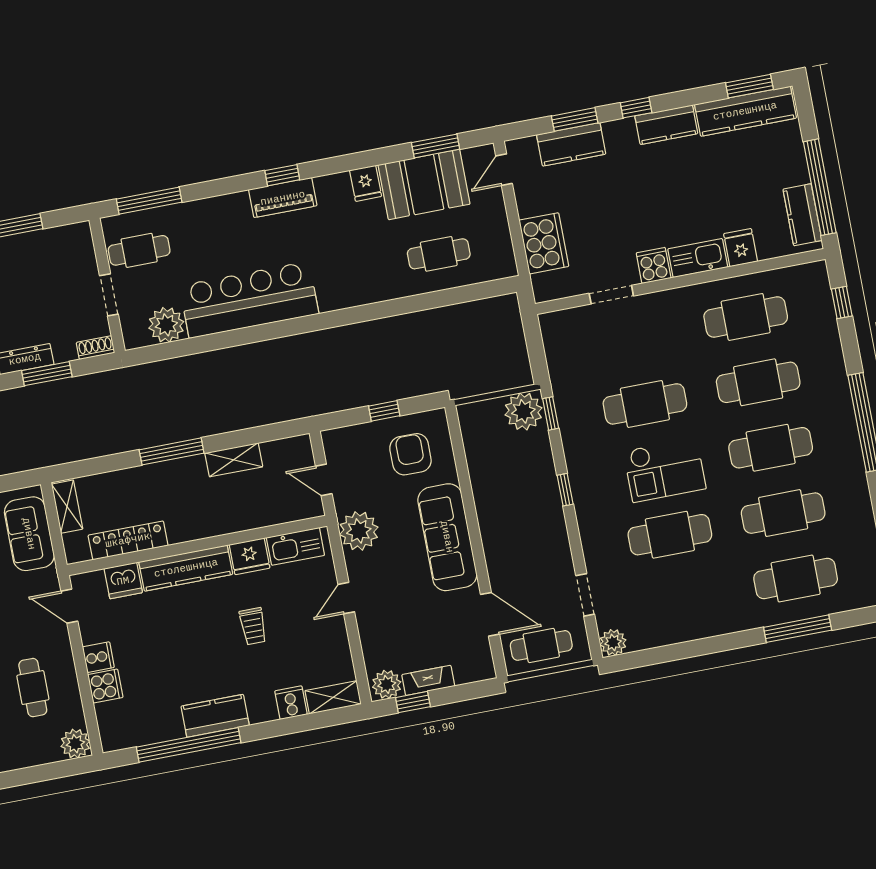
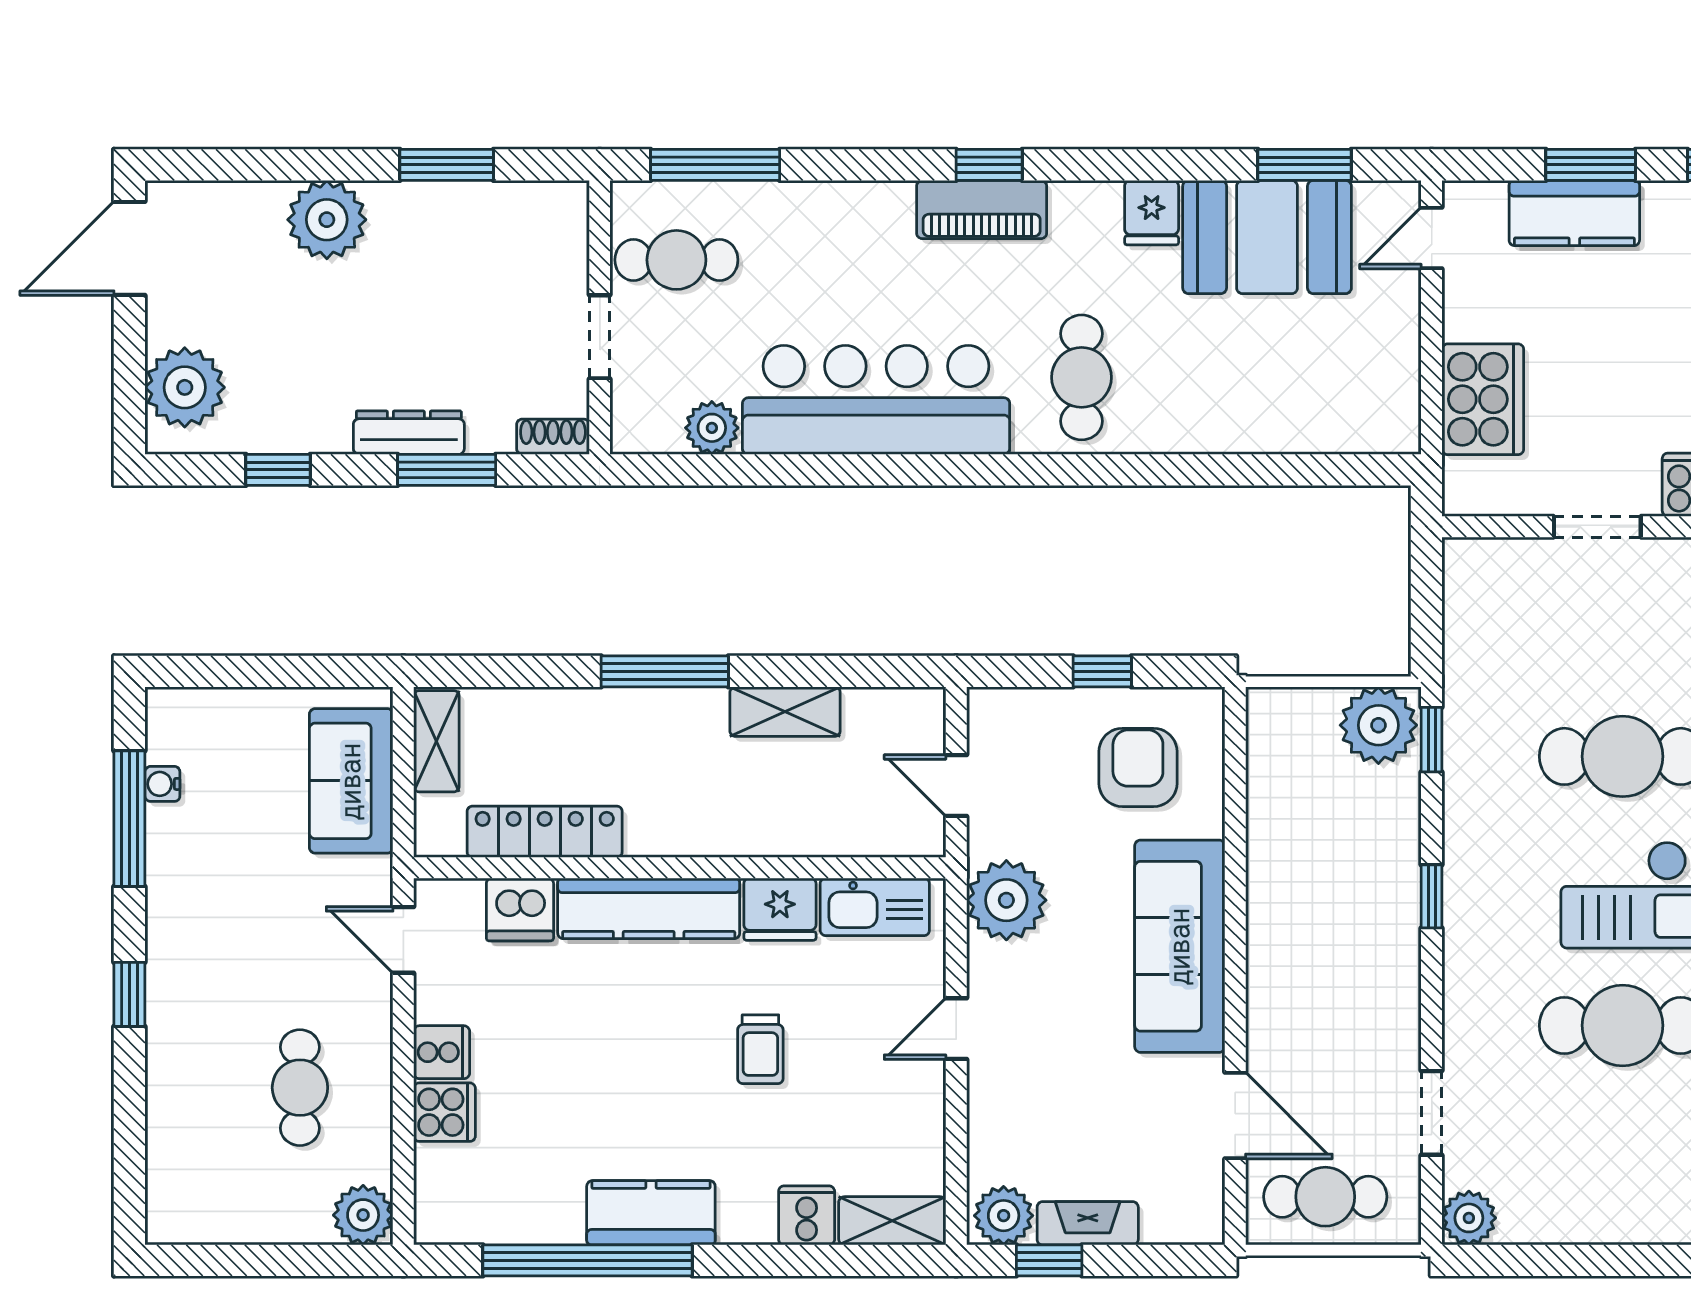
cafe table: (439, 254) -> (1082, 377), moved, turned 90
plant: (166, 325) -> (712, 428), width x0.73, depth x0.73

